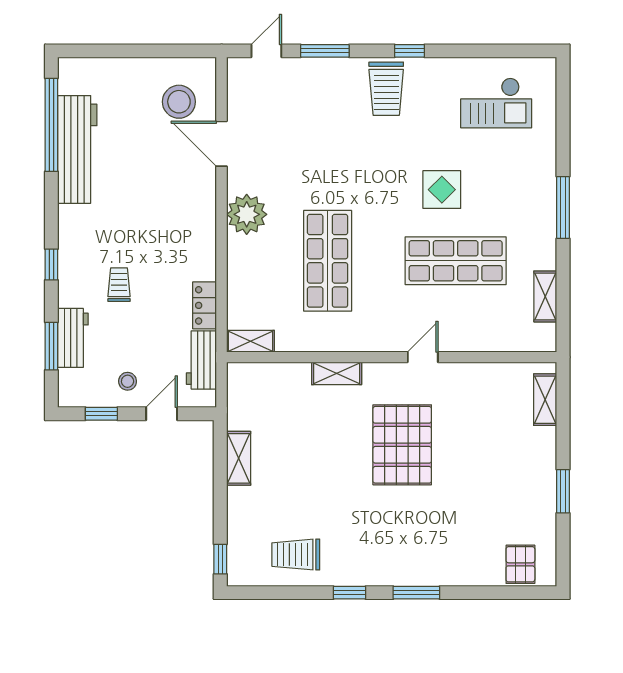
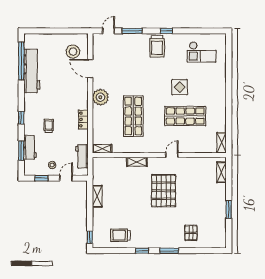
window: (563, 207) -> (229, 94), removed
shelving: (545, 296) -> (222, 143), moved
locker: (205, 305) -> (83, 119), moved
pallet: (520, 564) -> (191, 233), moved

